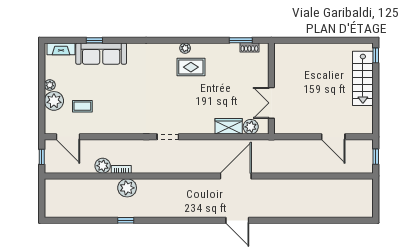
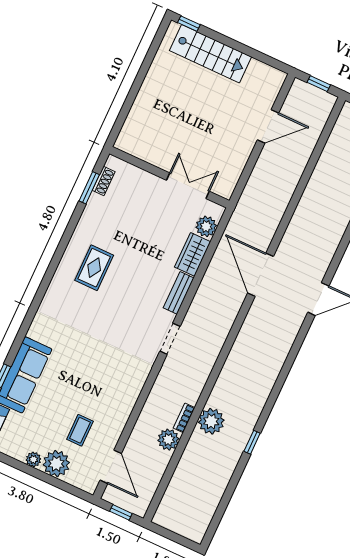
plant: (185, 48) -> (66, 264), removed
double door: (271, 103) -> (188, 186), swing flipped
bench: (200, 129) -> (179, 293), added
door: (68, 137) -> (111, 467), hinge flipped

